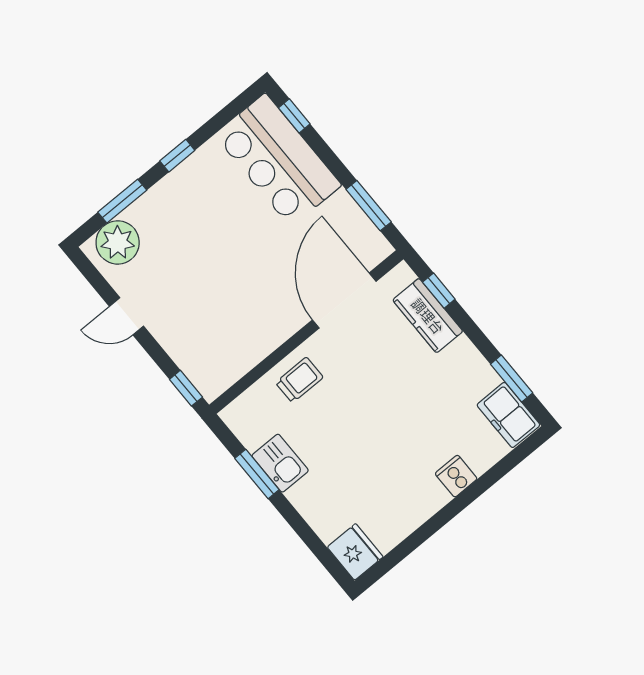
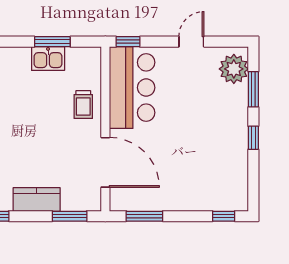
bar counter: (278, 160) -> (132, 88), moved, turned 90
window: (439, 291) -> (70, 216), width x1.50
kitchen counter: (428, 316) -> (37, 199), moved

